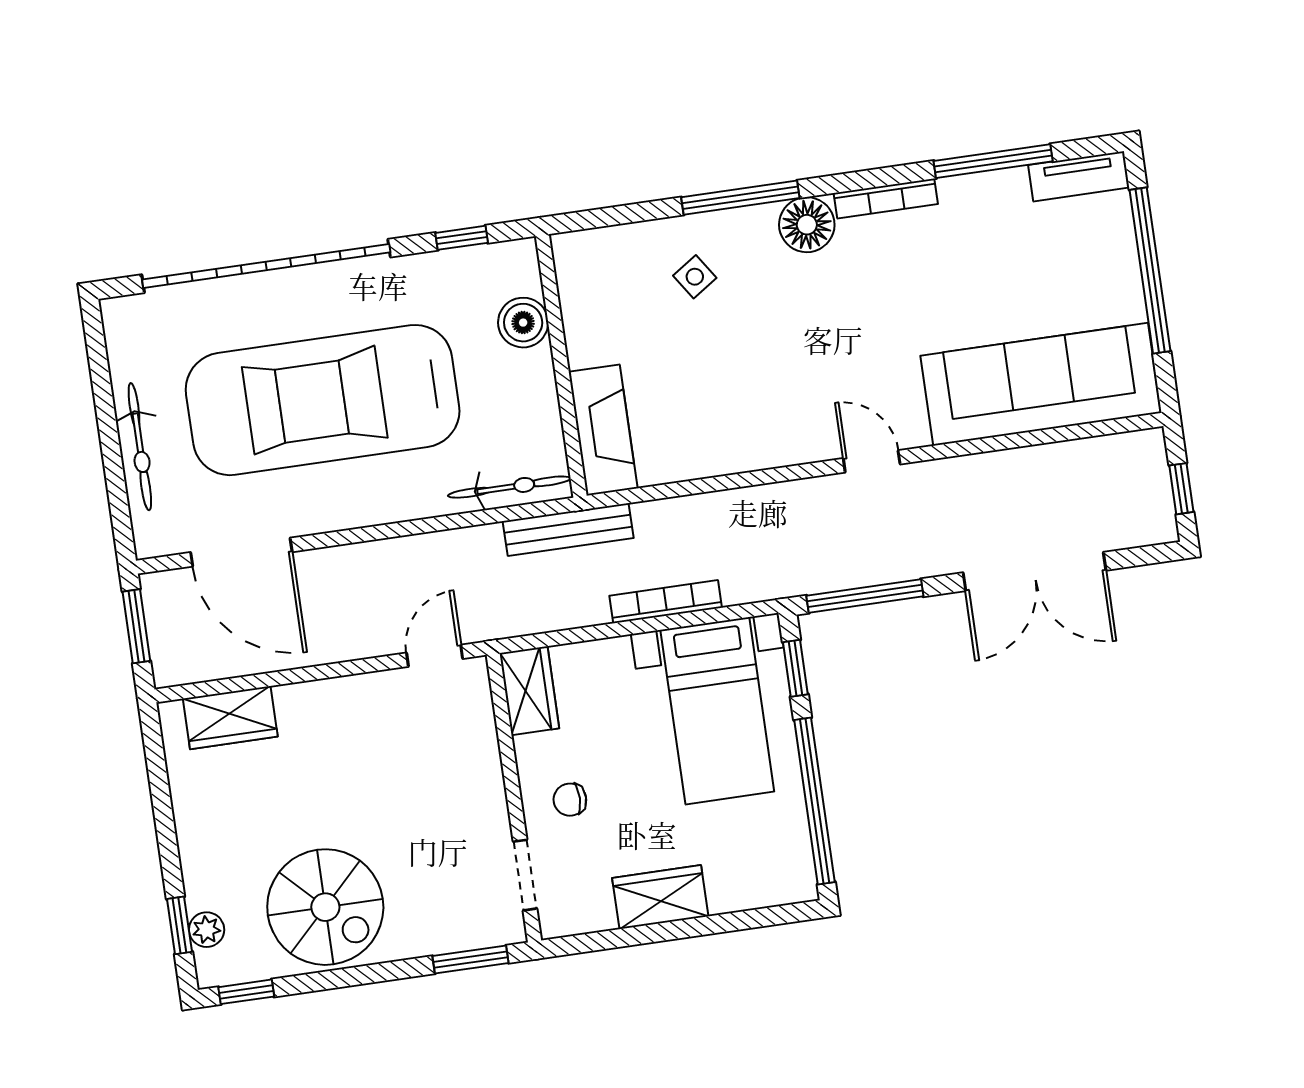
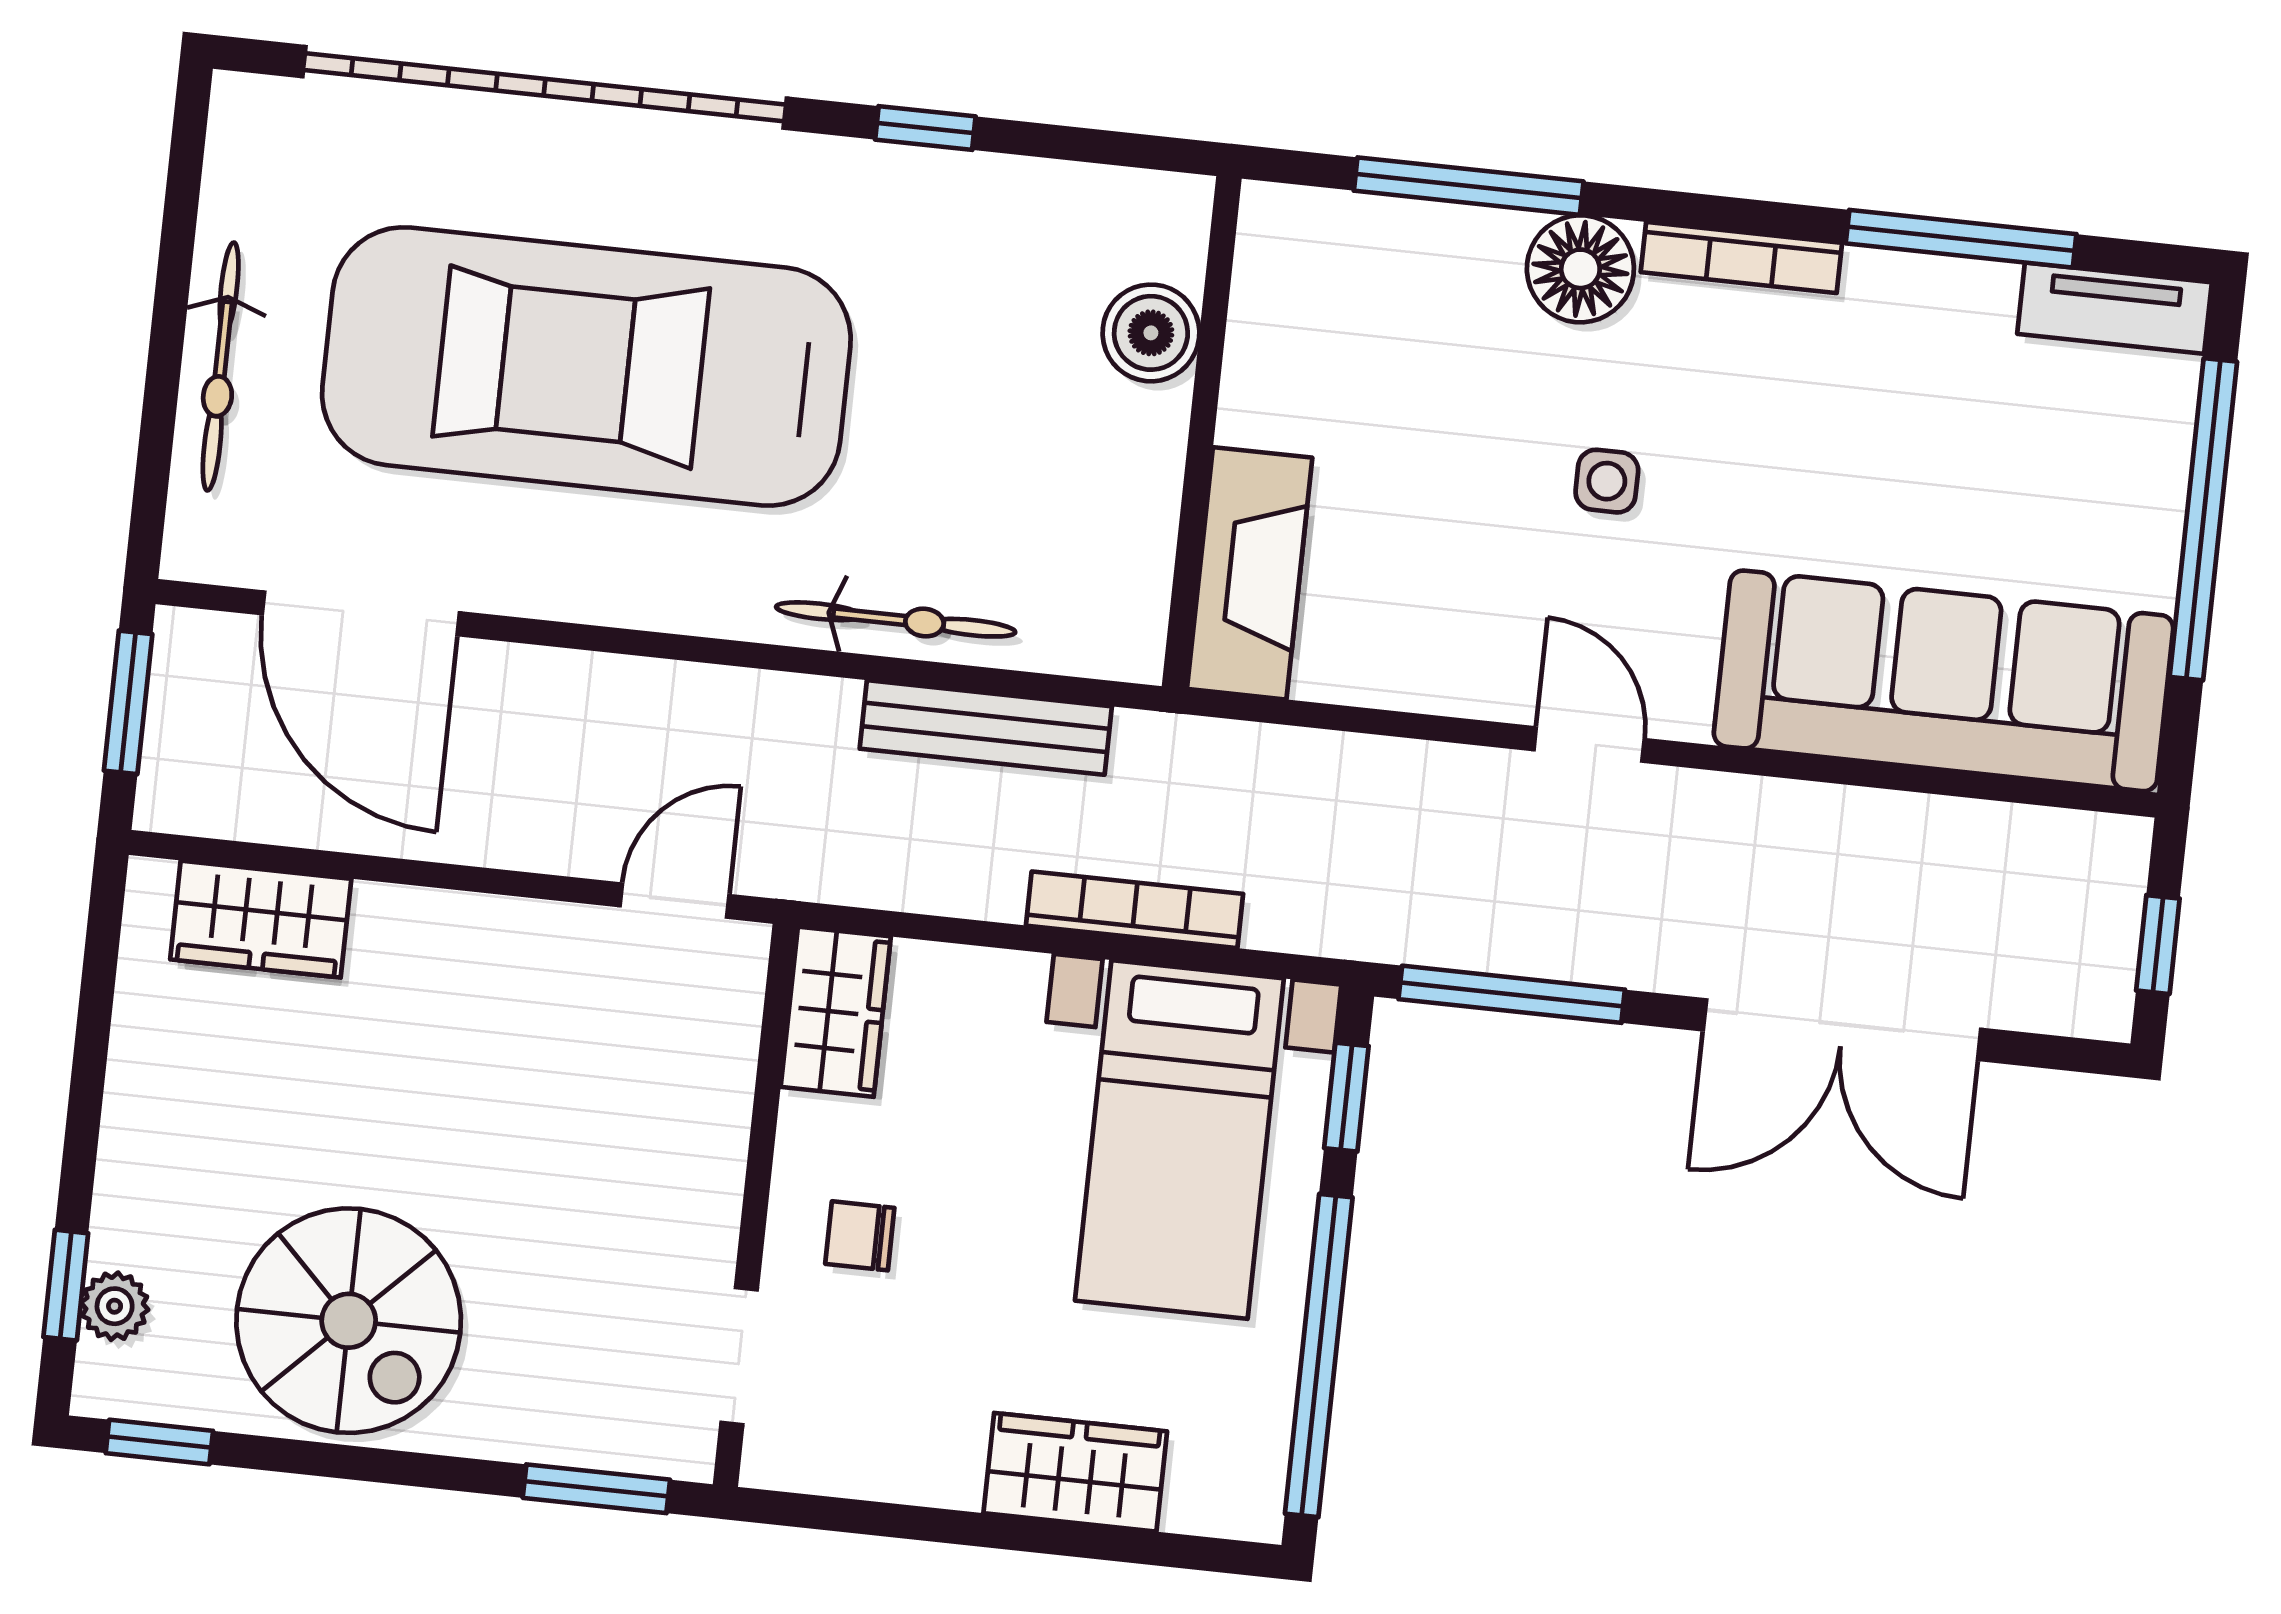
side table: (695, 277) -> (1607, 481), moved, turned 34
boiler: (523, 323) -> (1151, 333), moved
wall: (561, 366) -> (1202, 432), moved
fireplace: (603, 430) -> (1250, 573), moved
wardrobe: (660, 897) -> (1075, 1472), moved

